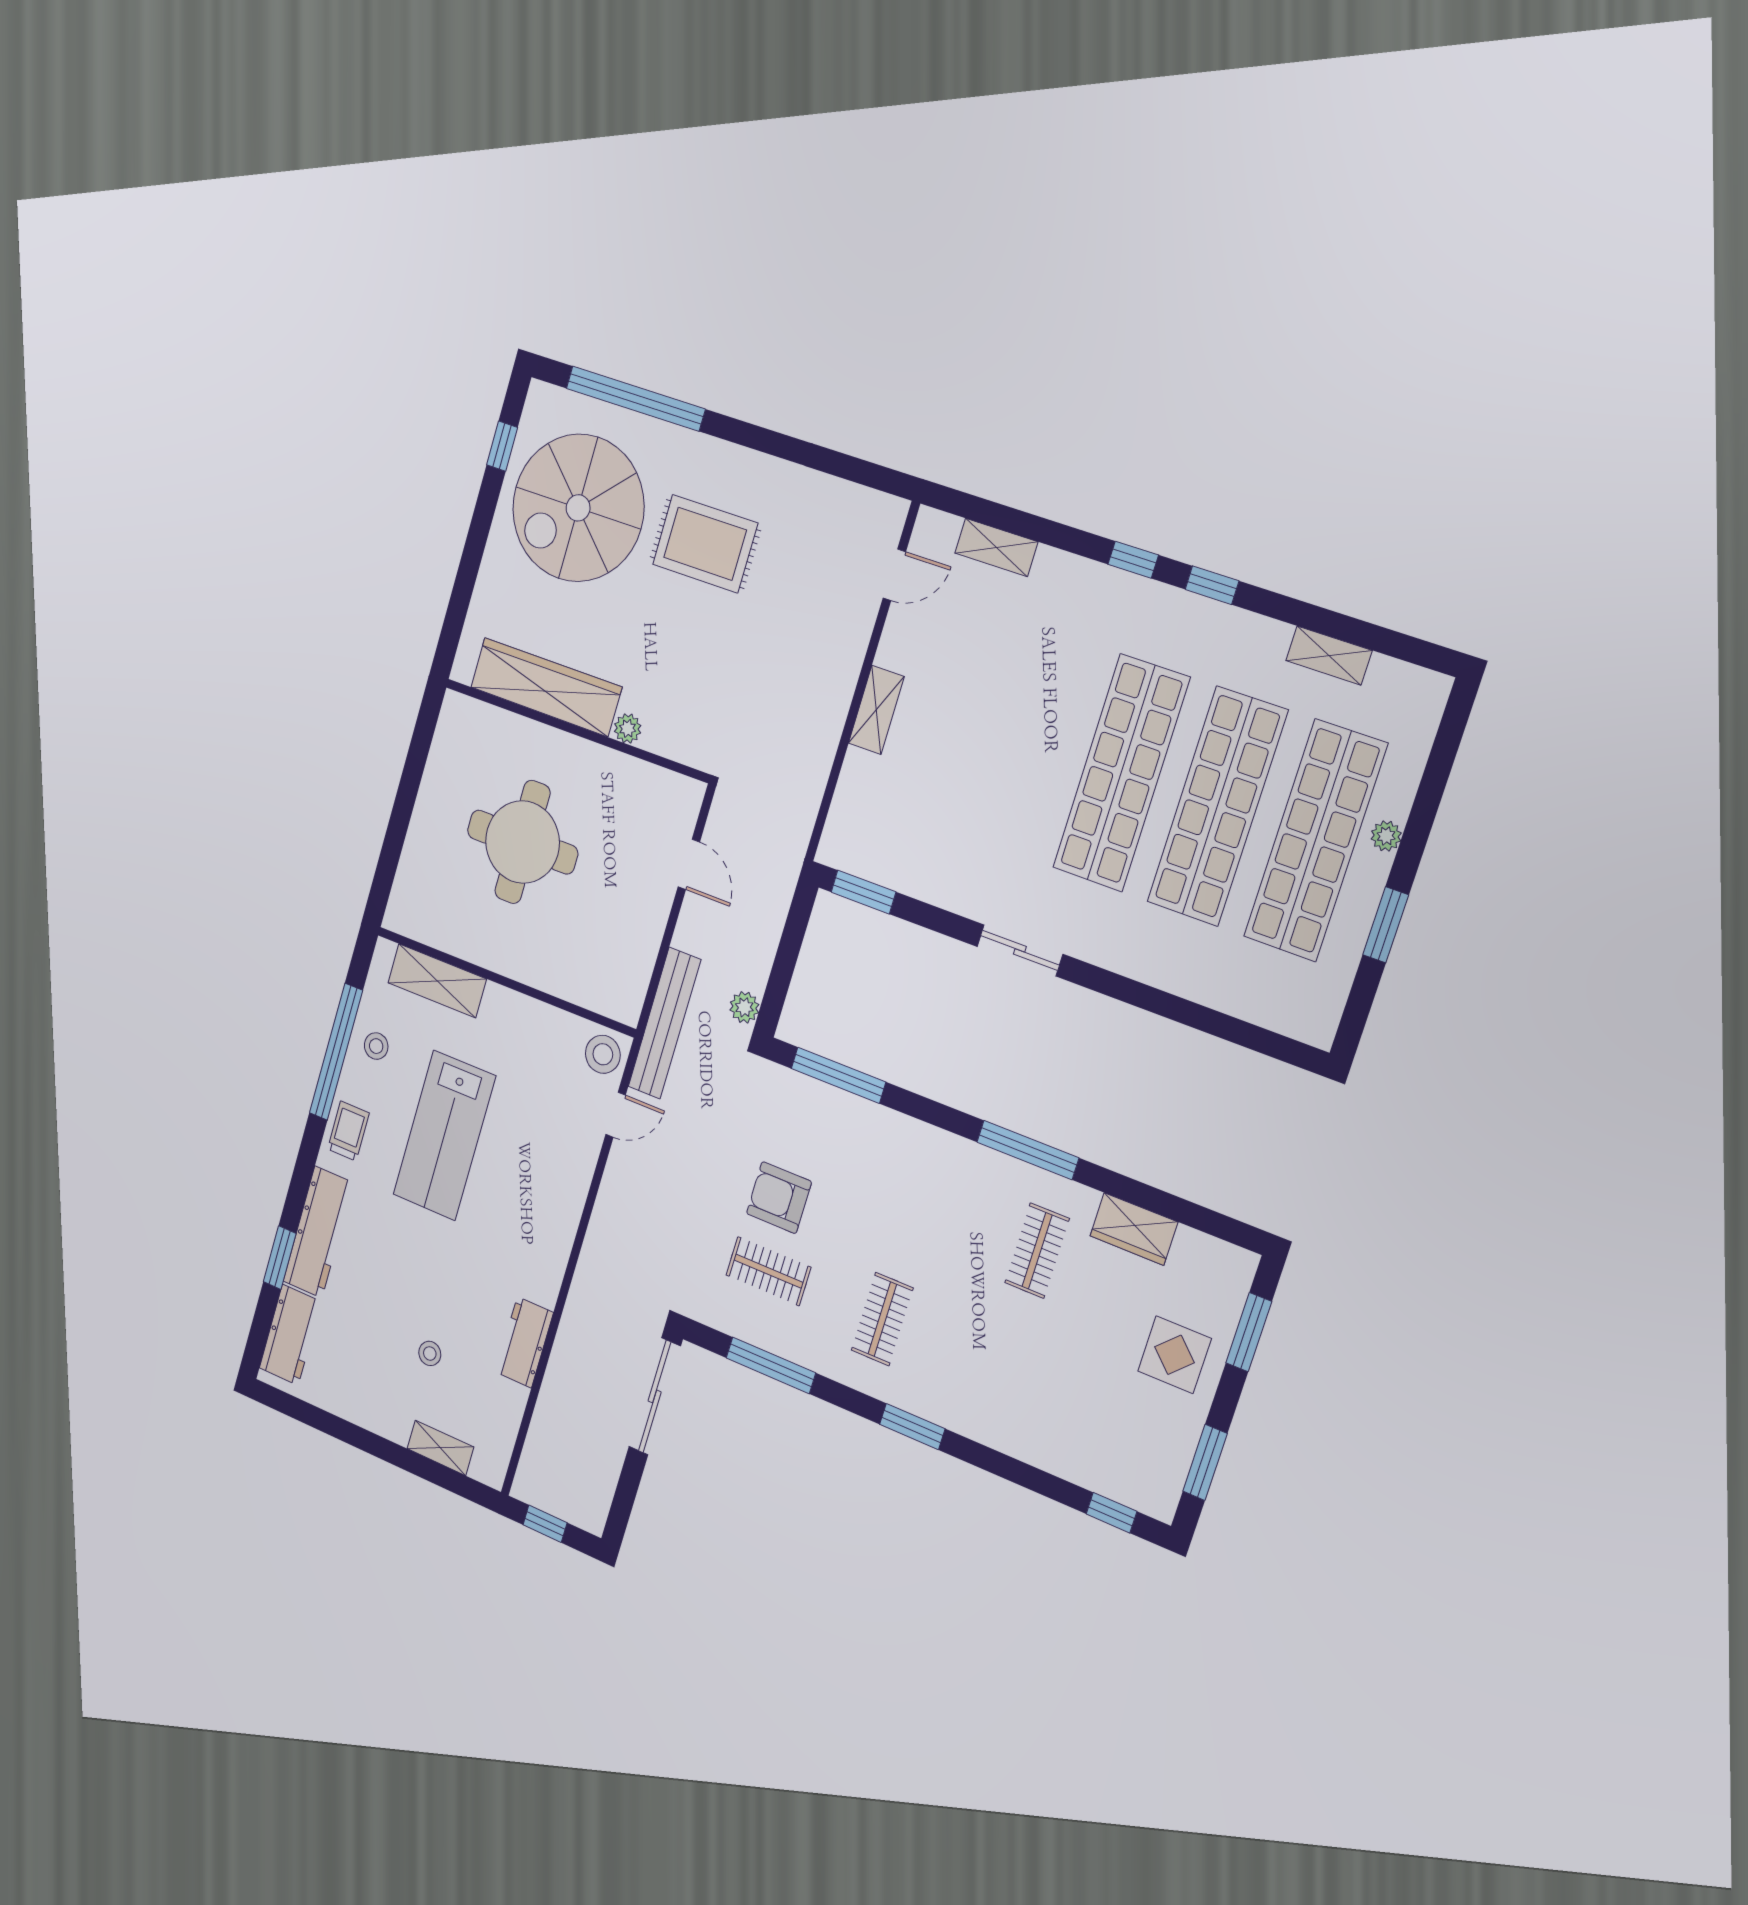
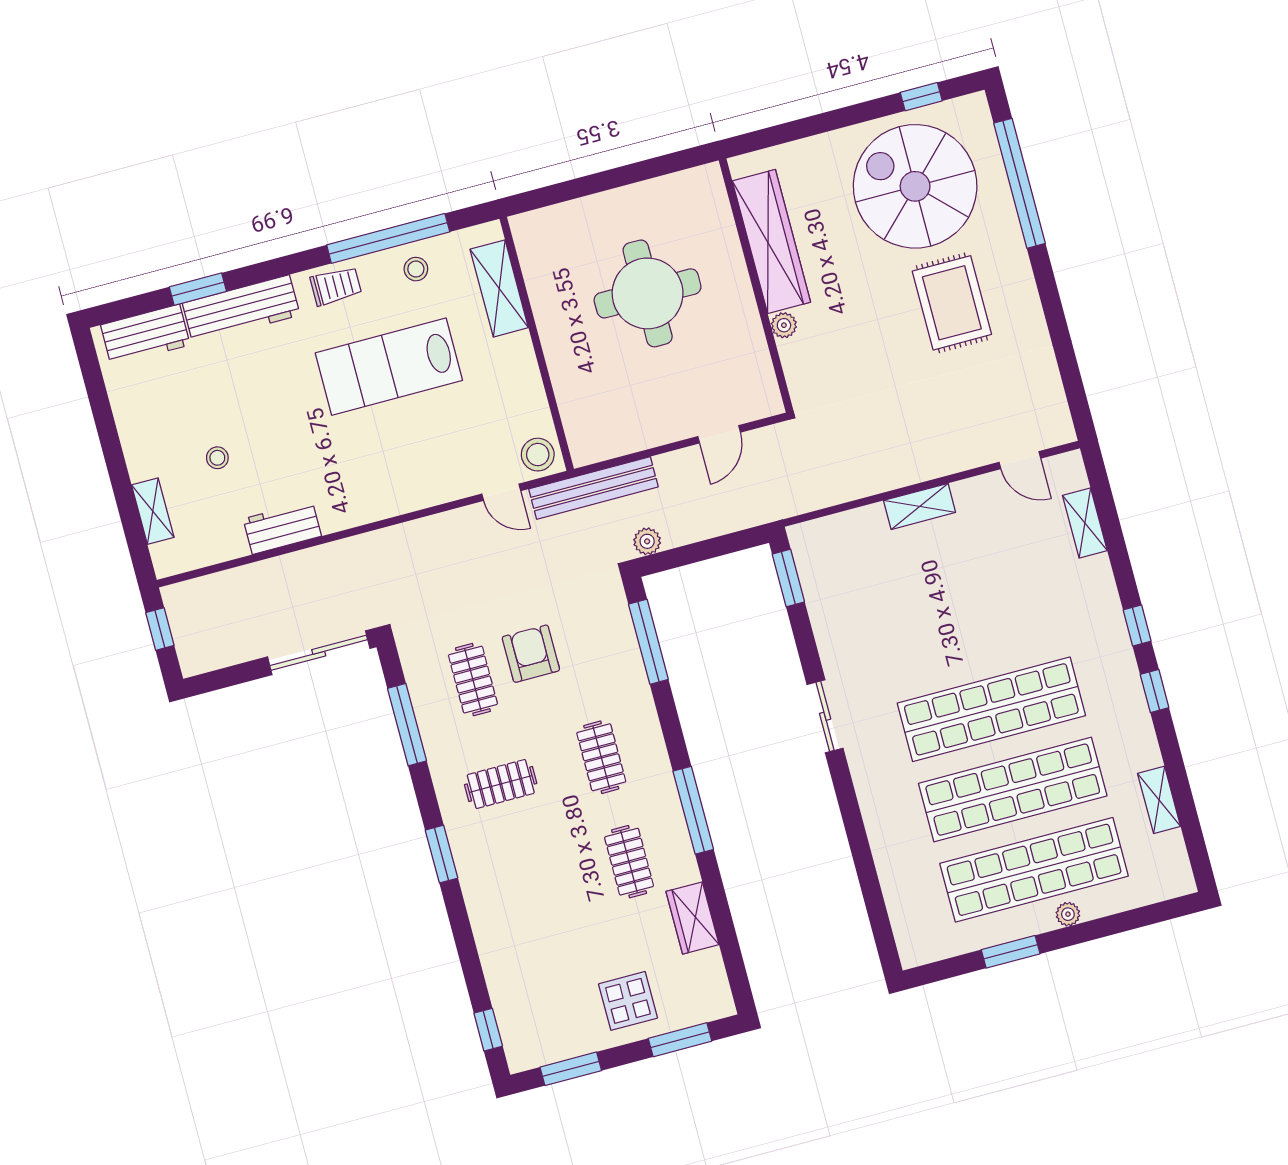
clothes rail: (919, 1203) -> (601, 757), added
clothes rail: (1037, 1251) -> (629, 862), turned 90

